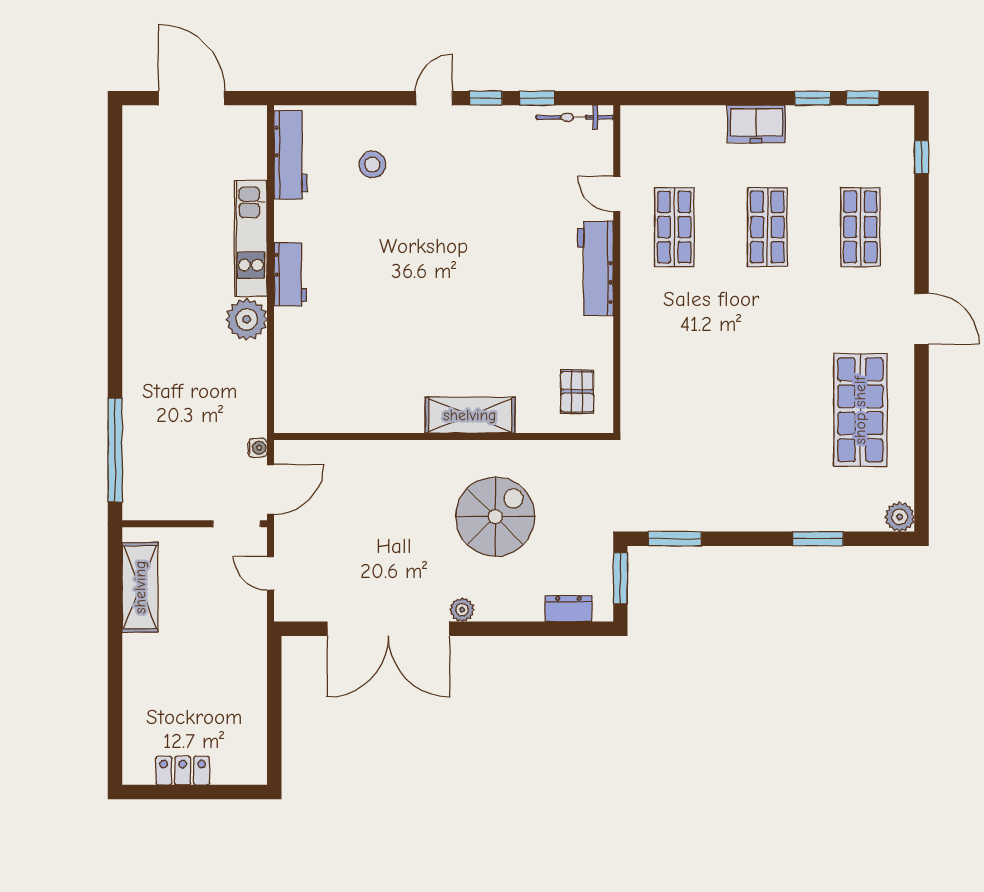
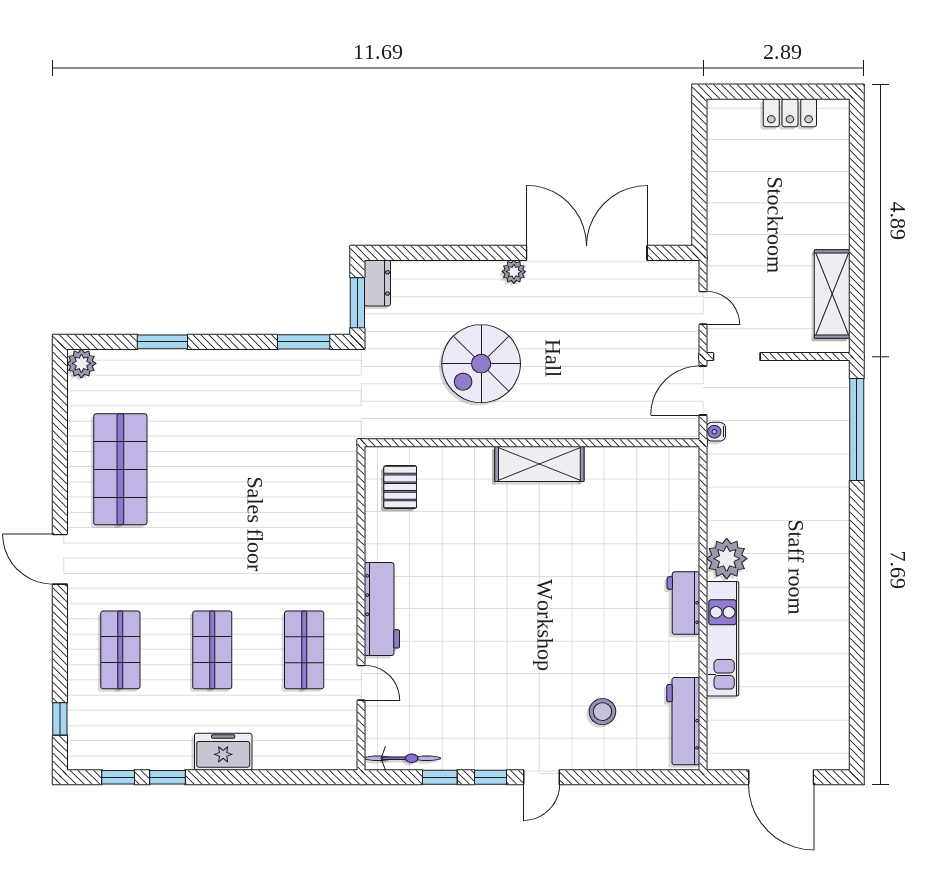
shelving: (470, 415) -> (539, 464), moved
dresser: (569, 609) -> (377, 283), moved, turned -90

